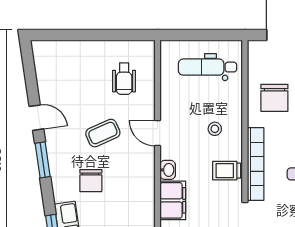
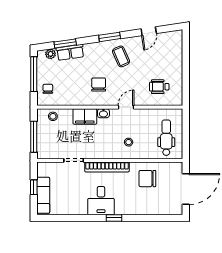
door: (36, 118) -> (149, 31), moved
coffee table: (103, 133) -> (121, 56), moved
trolley: (227, 171) -> (103, 149), removed
chair: (91, 181) -> (99, 85), moved, turned 90

